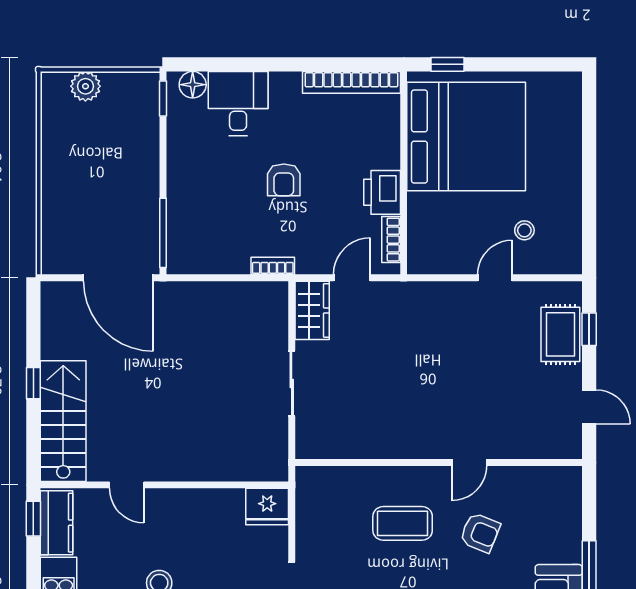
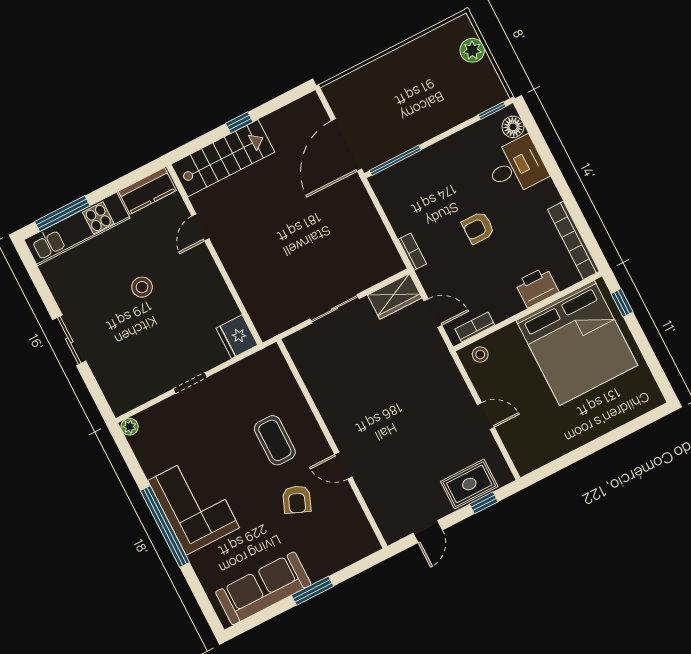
printer: (382, 192) -> (537, 287), moved
stool: (524, 230) -> (480, 355), moved
window: (33, 519) -> (142, 173), removed

